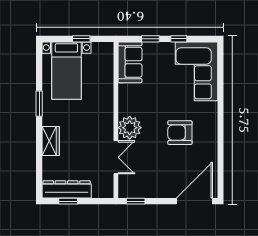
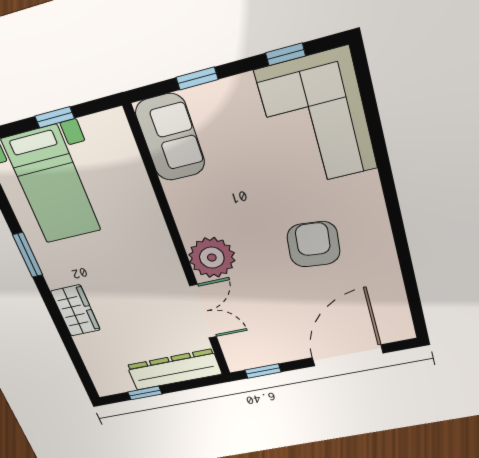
window: (179, 39) -> (285, 54), moved
armchair: (180, 133) -> (314, 244), turned 96
dresser: (67, 189) -> (174, 370), moved
door: (194, 201) -> (347, 355), moved

